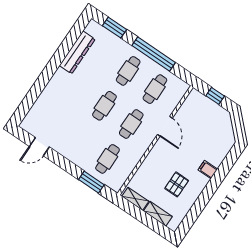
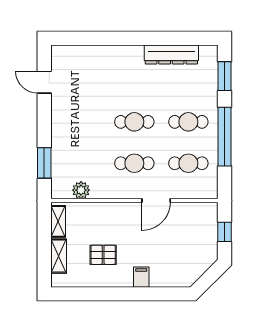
cafe table: (108, 159) -> (80, 163), removed
plant: (125, 170) -> (81, 190), added

